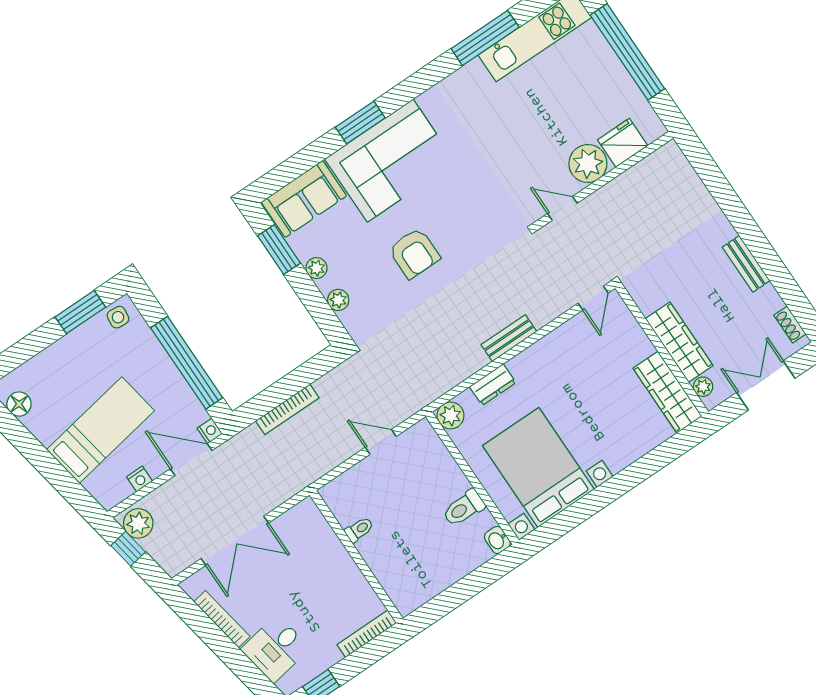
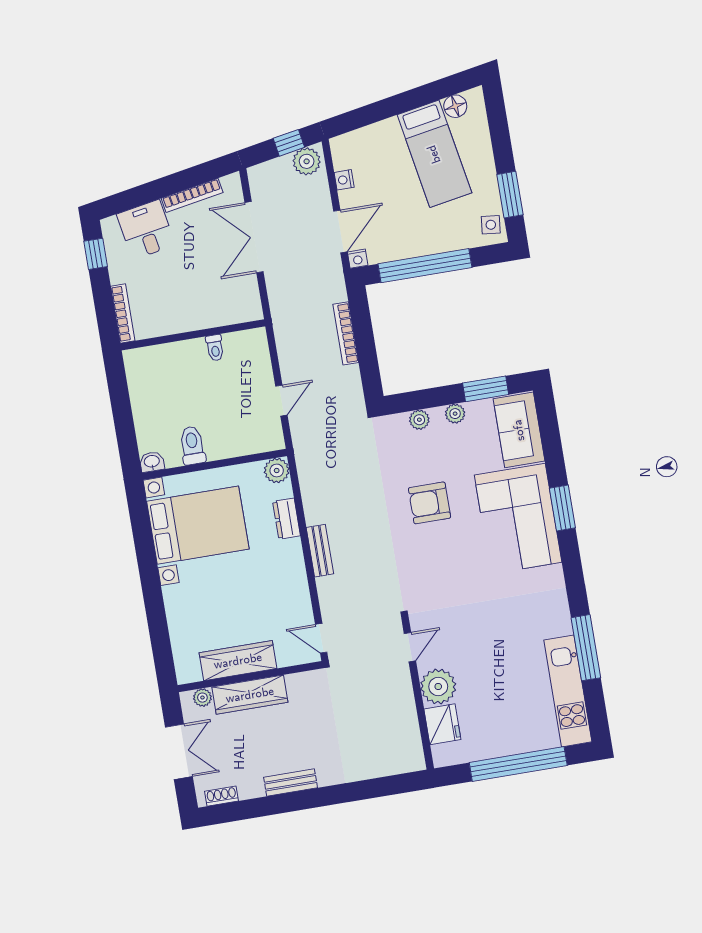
wardrobe: (667, 392) -> (238, 661), moved
bed: (100, 430) -> (434, 154), moved

